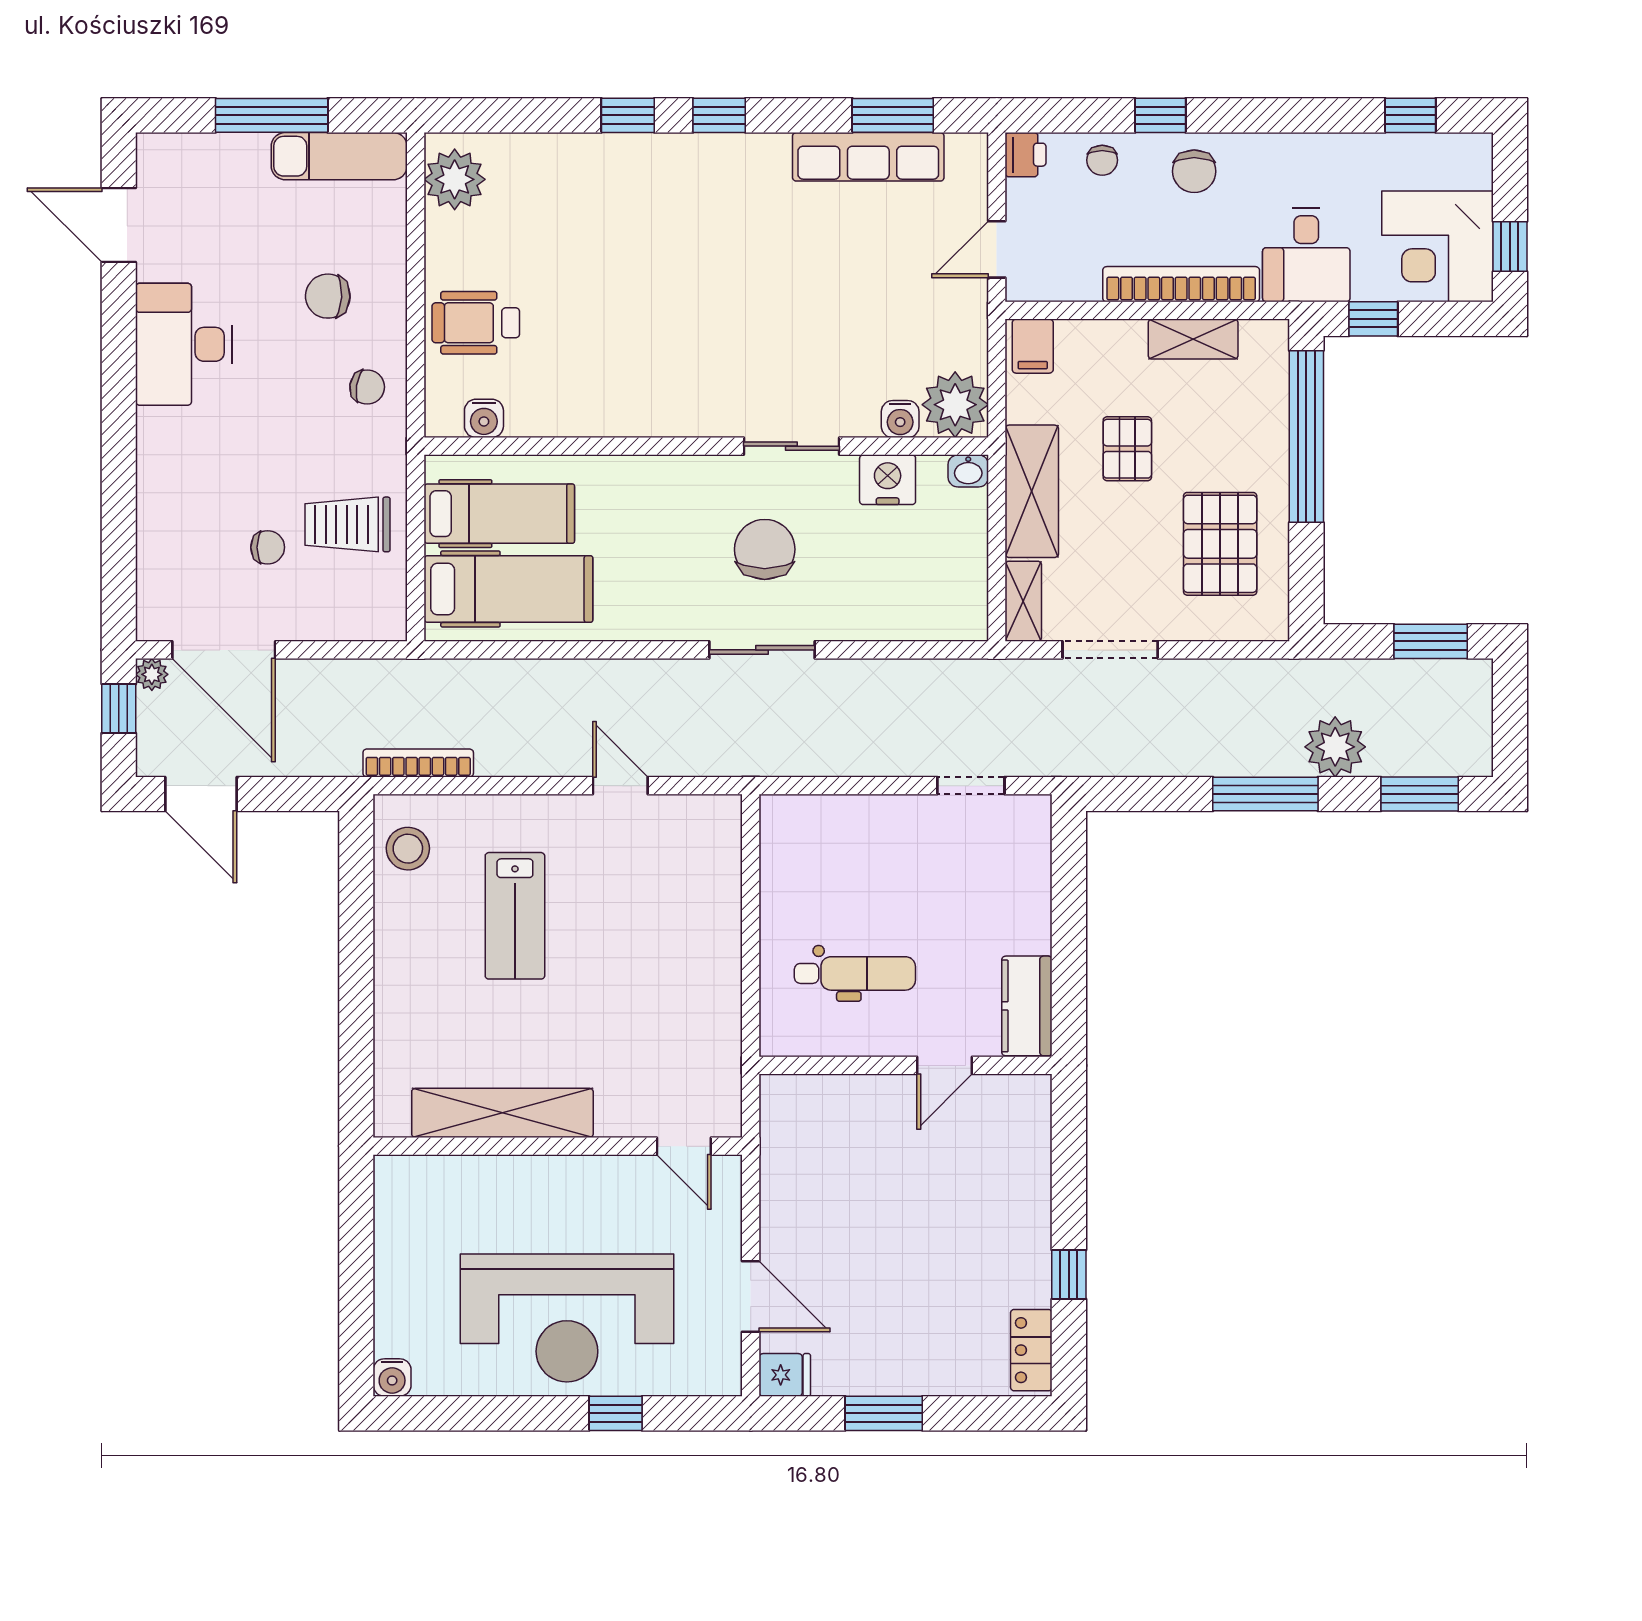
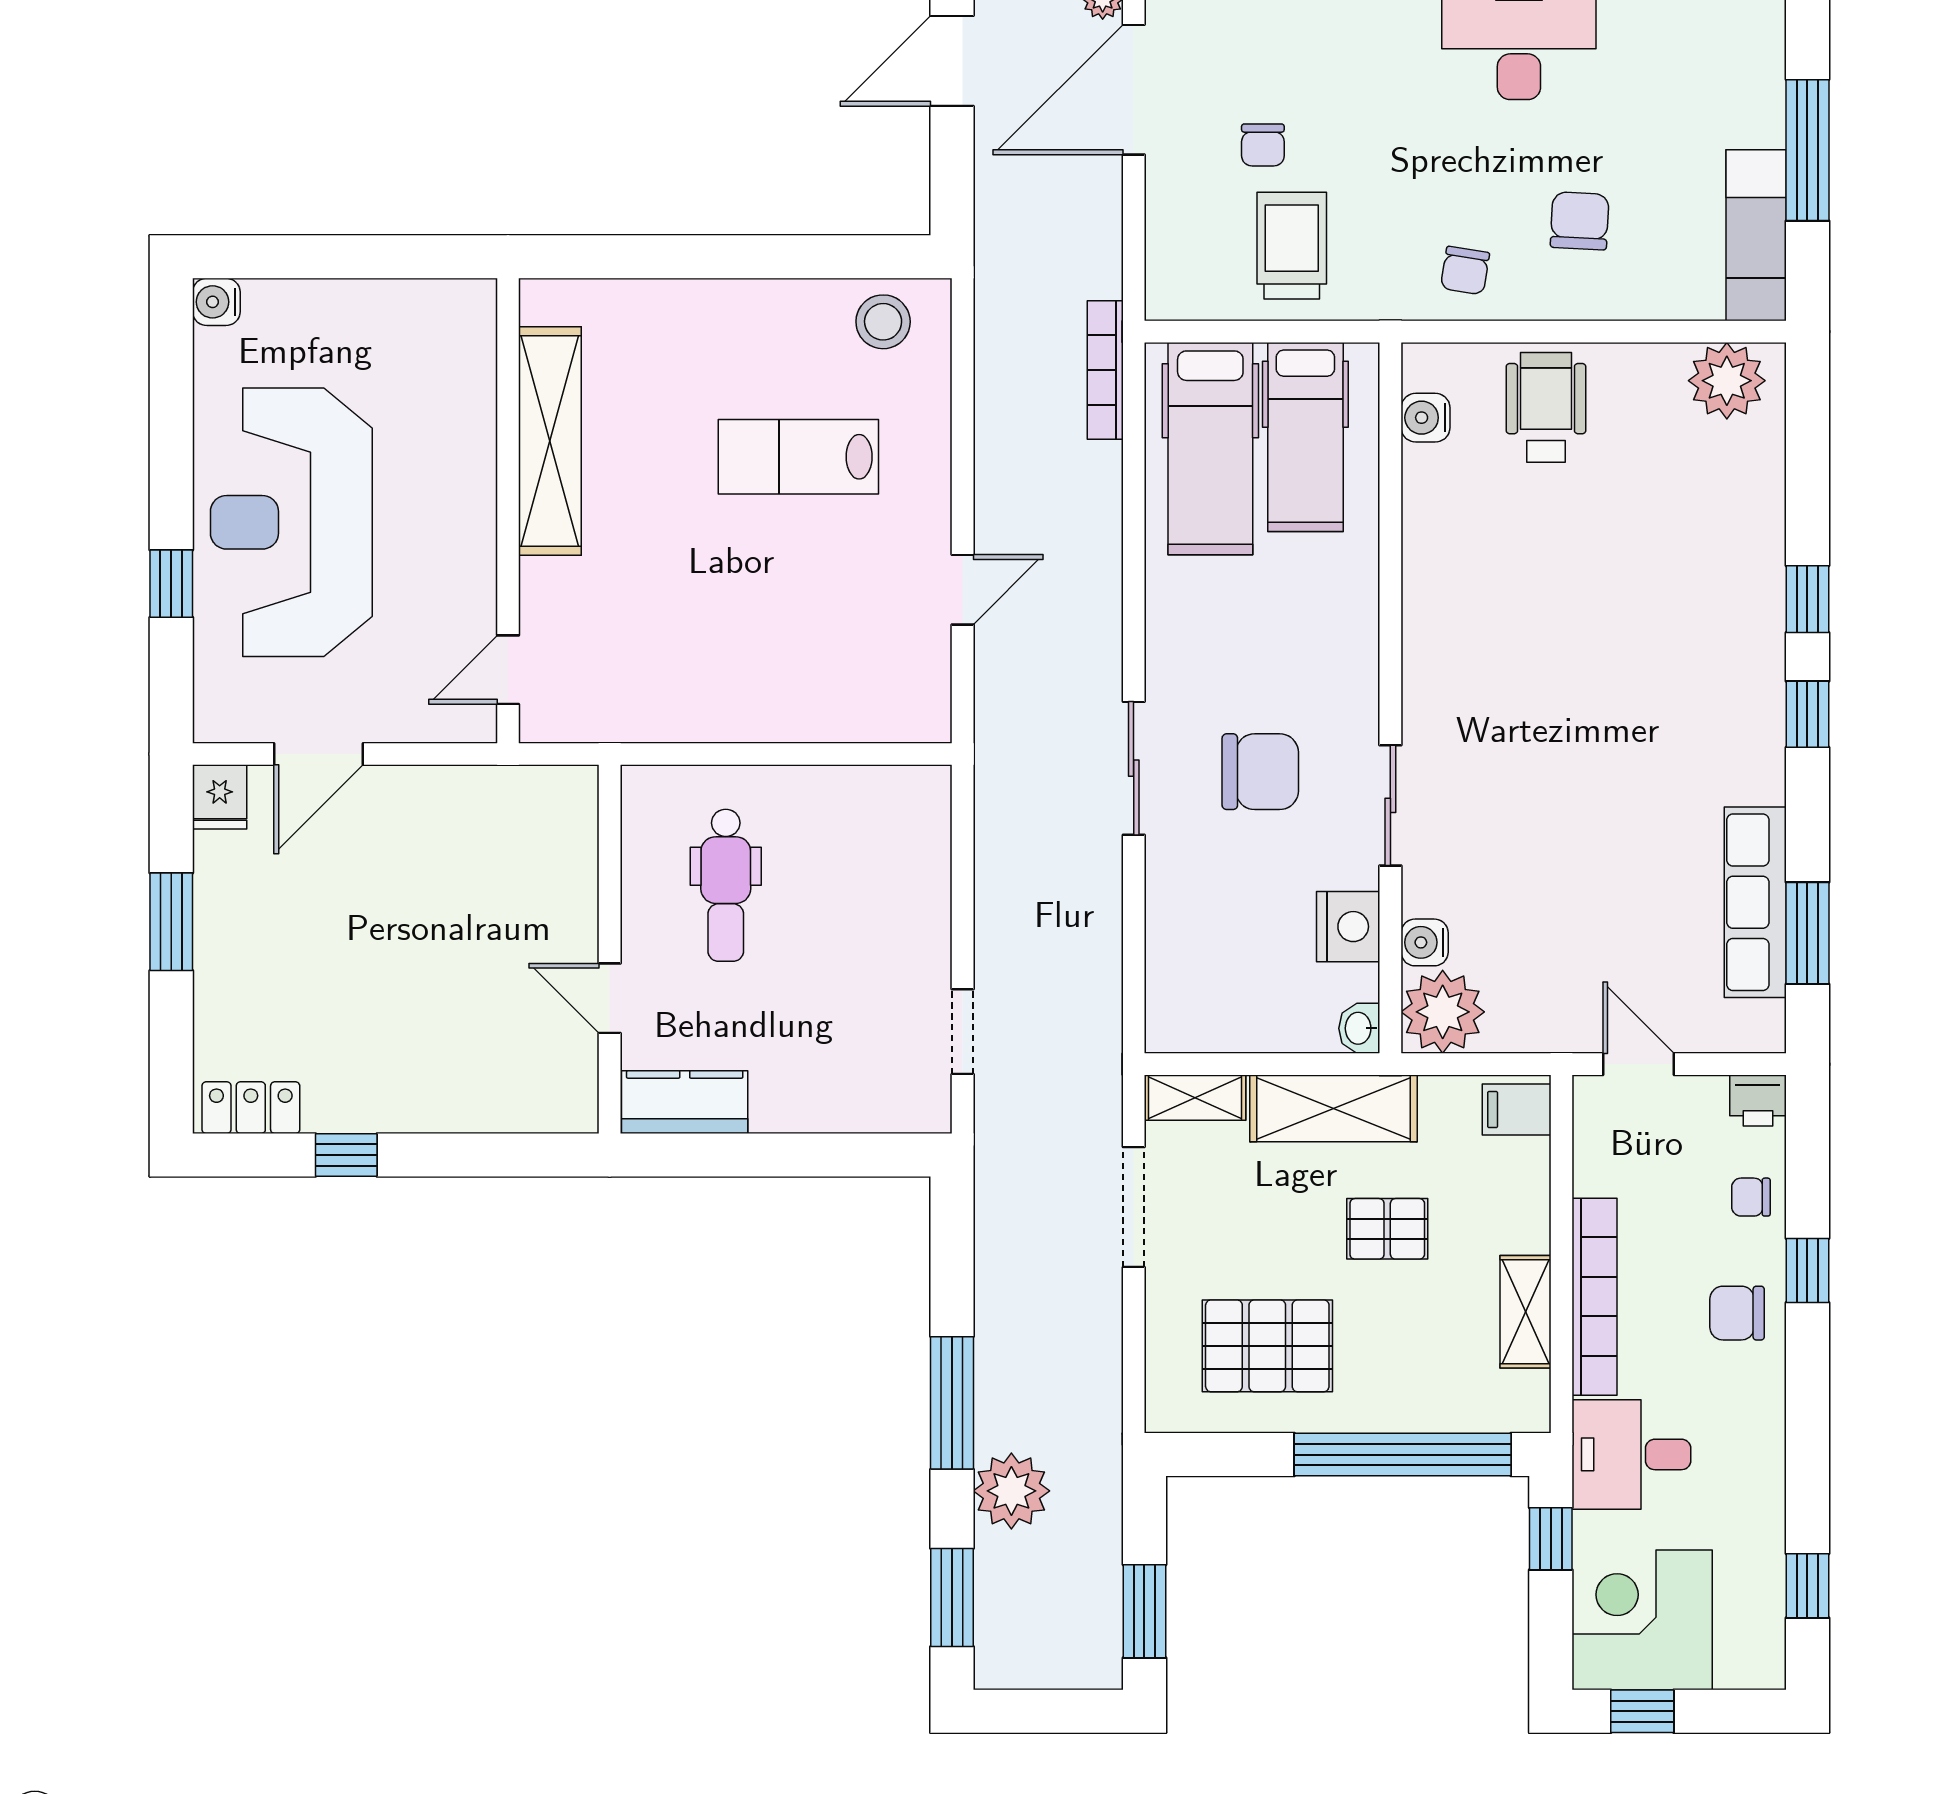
bookcase: (418, 763) -> (1105, 370), moved, turned 180

